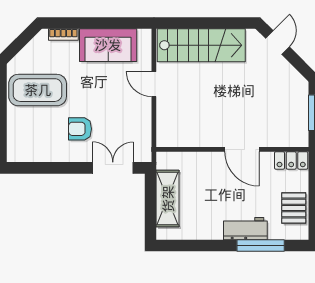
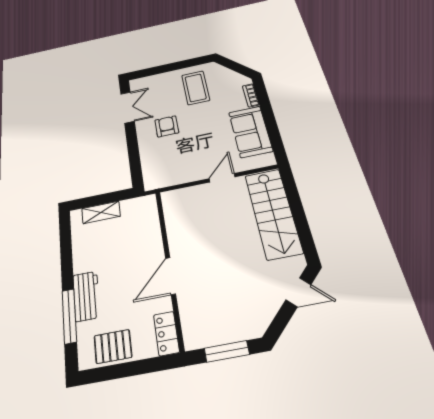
coffee table: (38, 90) -> (196, 88), width x0.73, depth x0.76
double door: (113, 168) -> (128, 107), moved
shelving: (168, 199) -> (101, 212), width x0.67, depth x0.75

